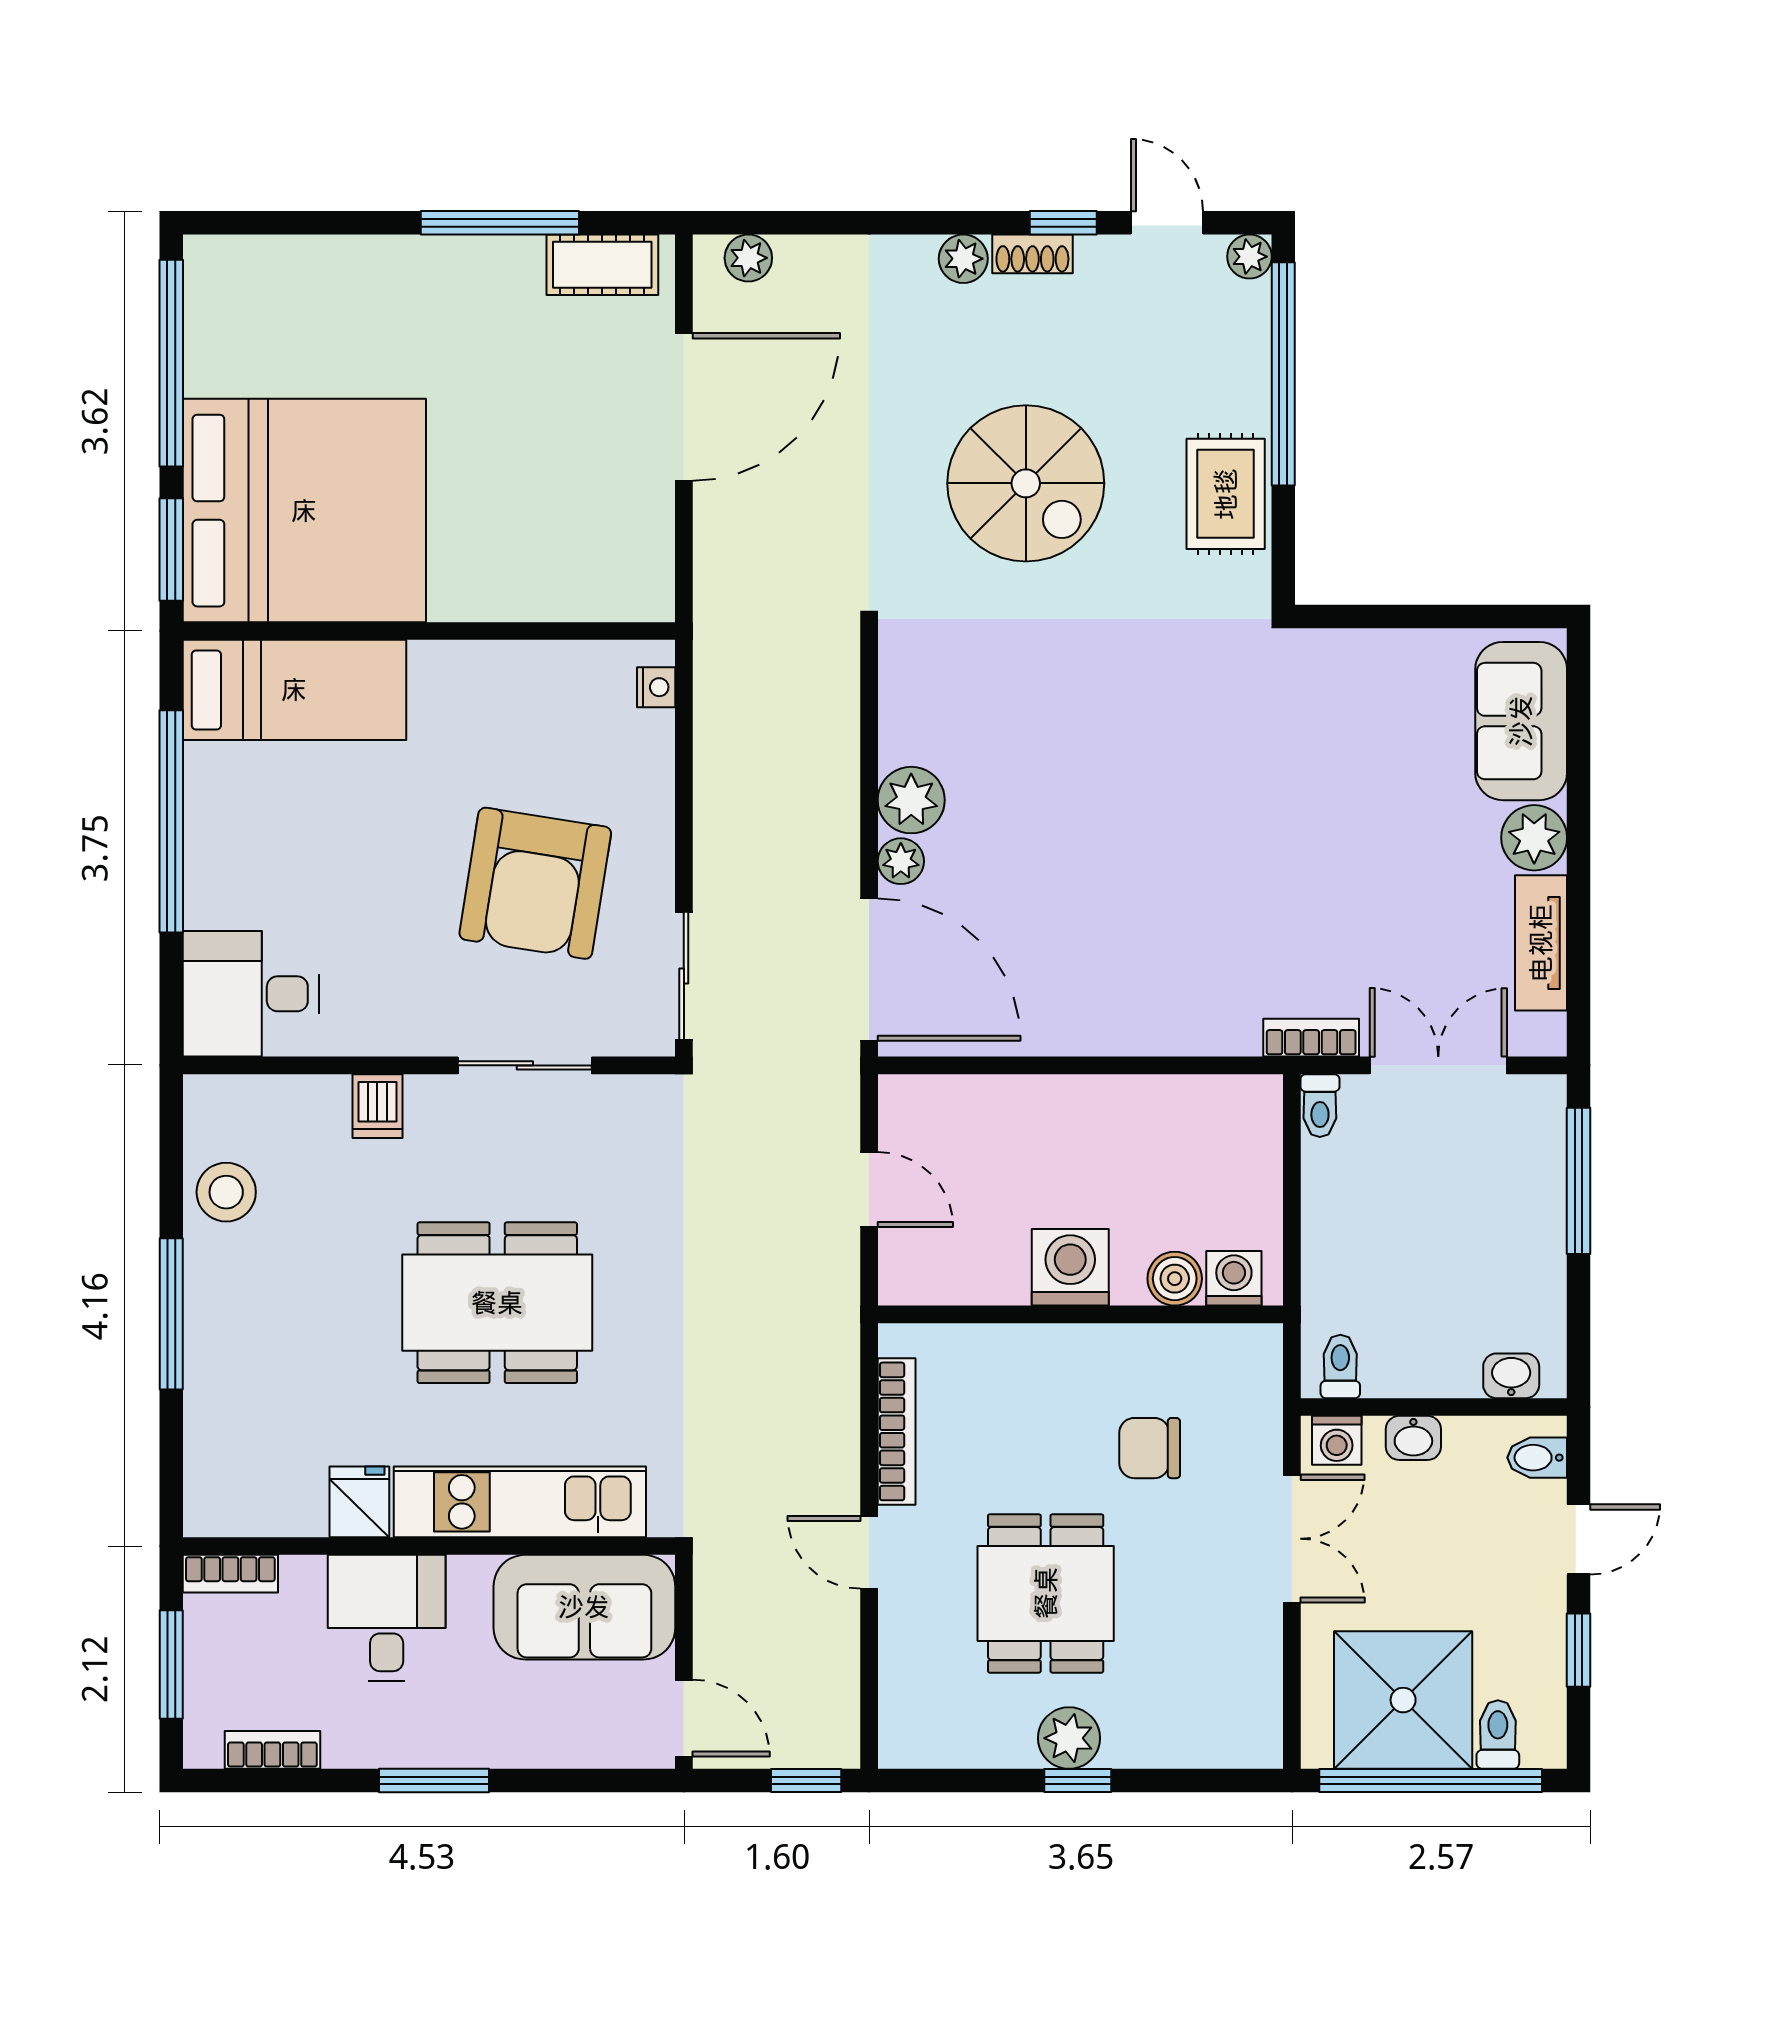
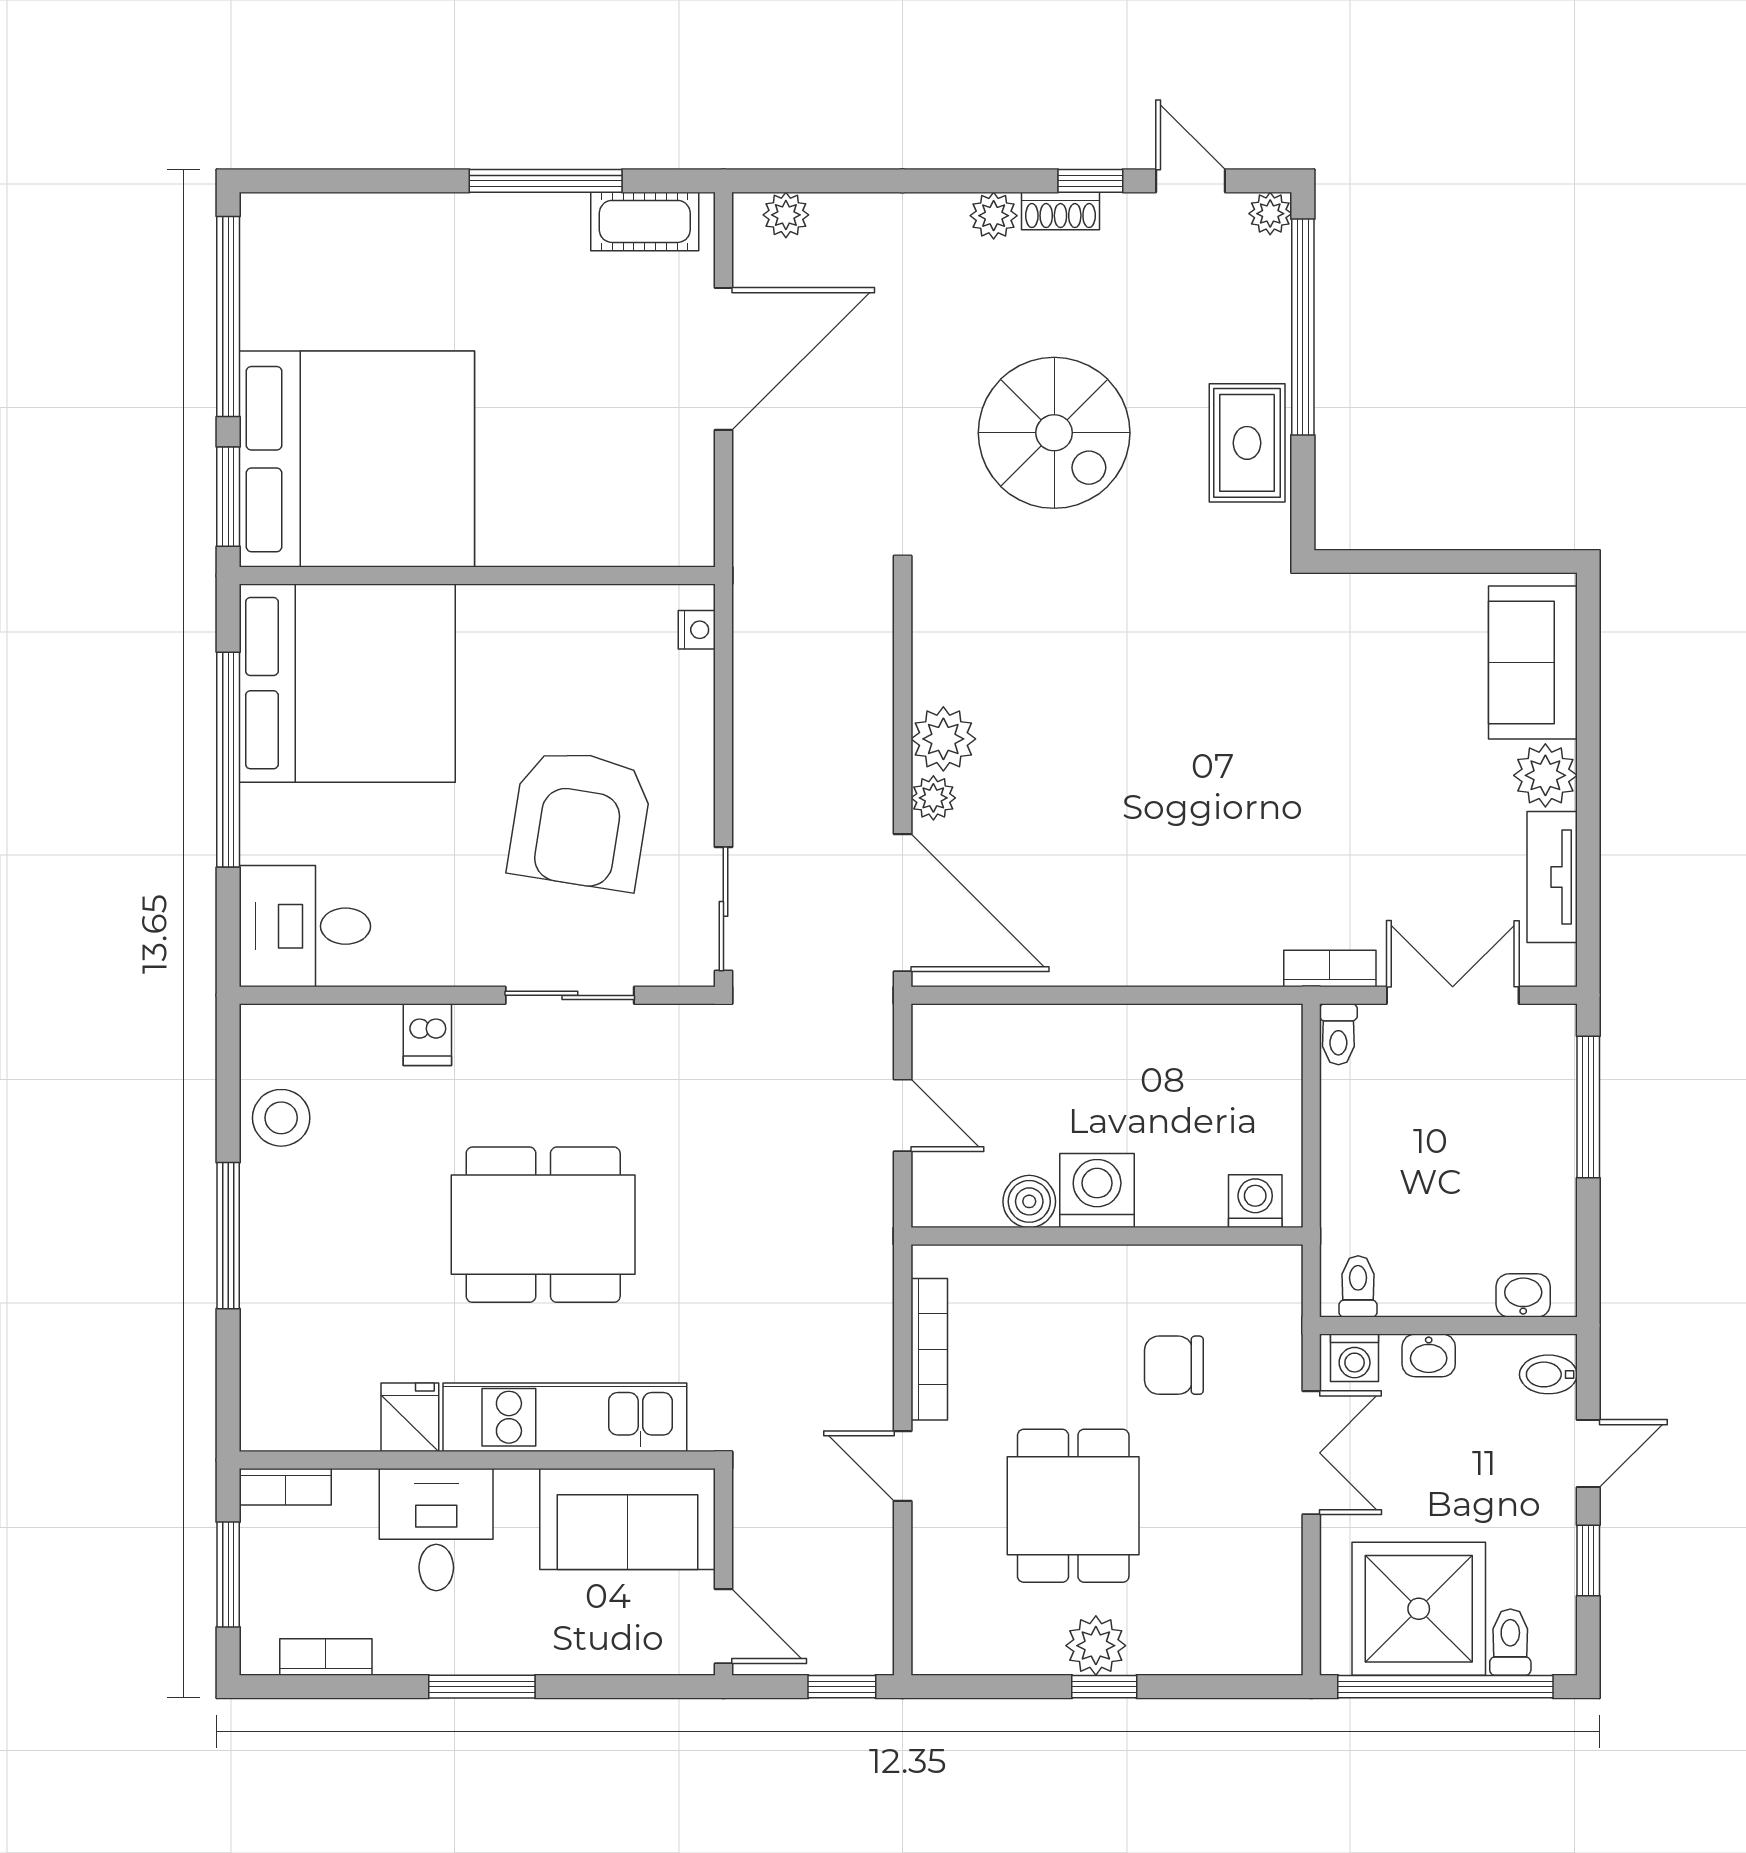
bed: (294, 690) -> (347, 683), width x2.04
boiler: (1175, 1279) -> (1029, 1201), moved

